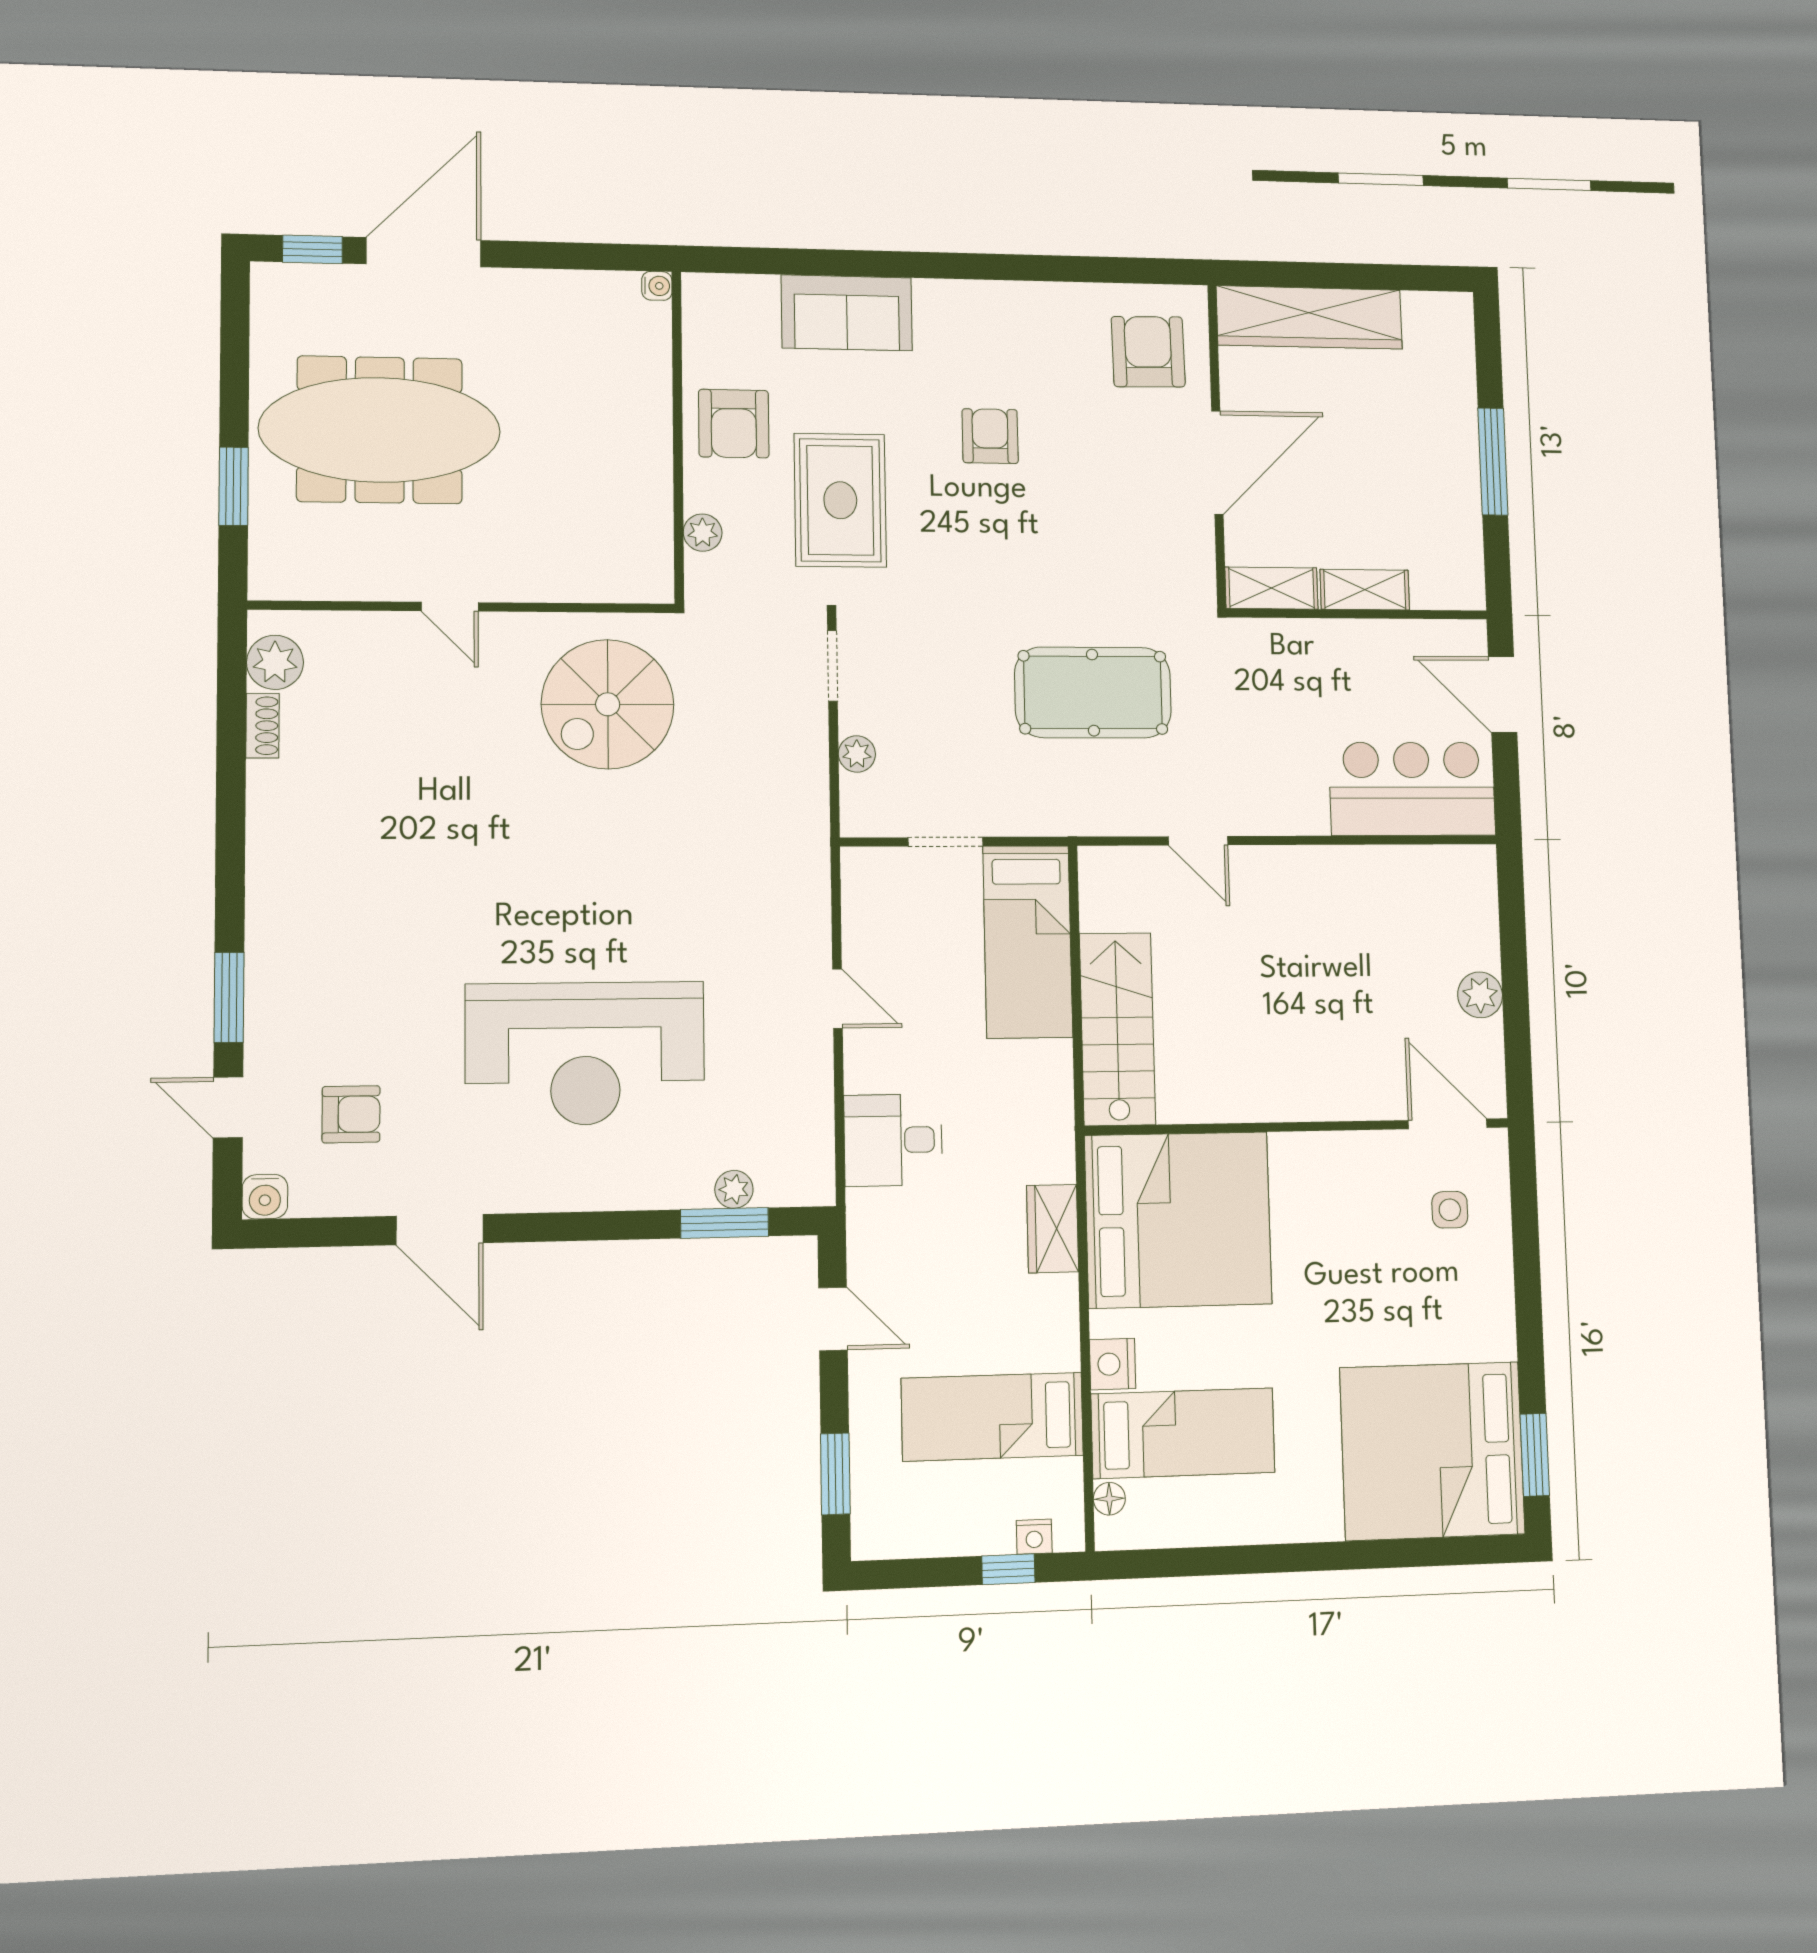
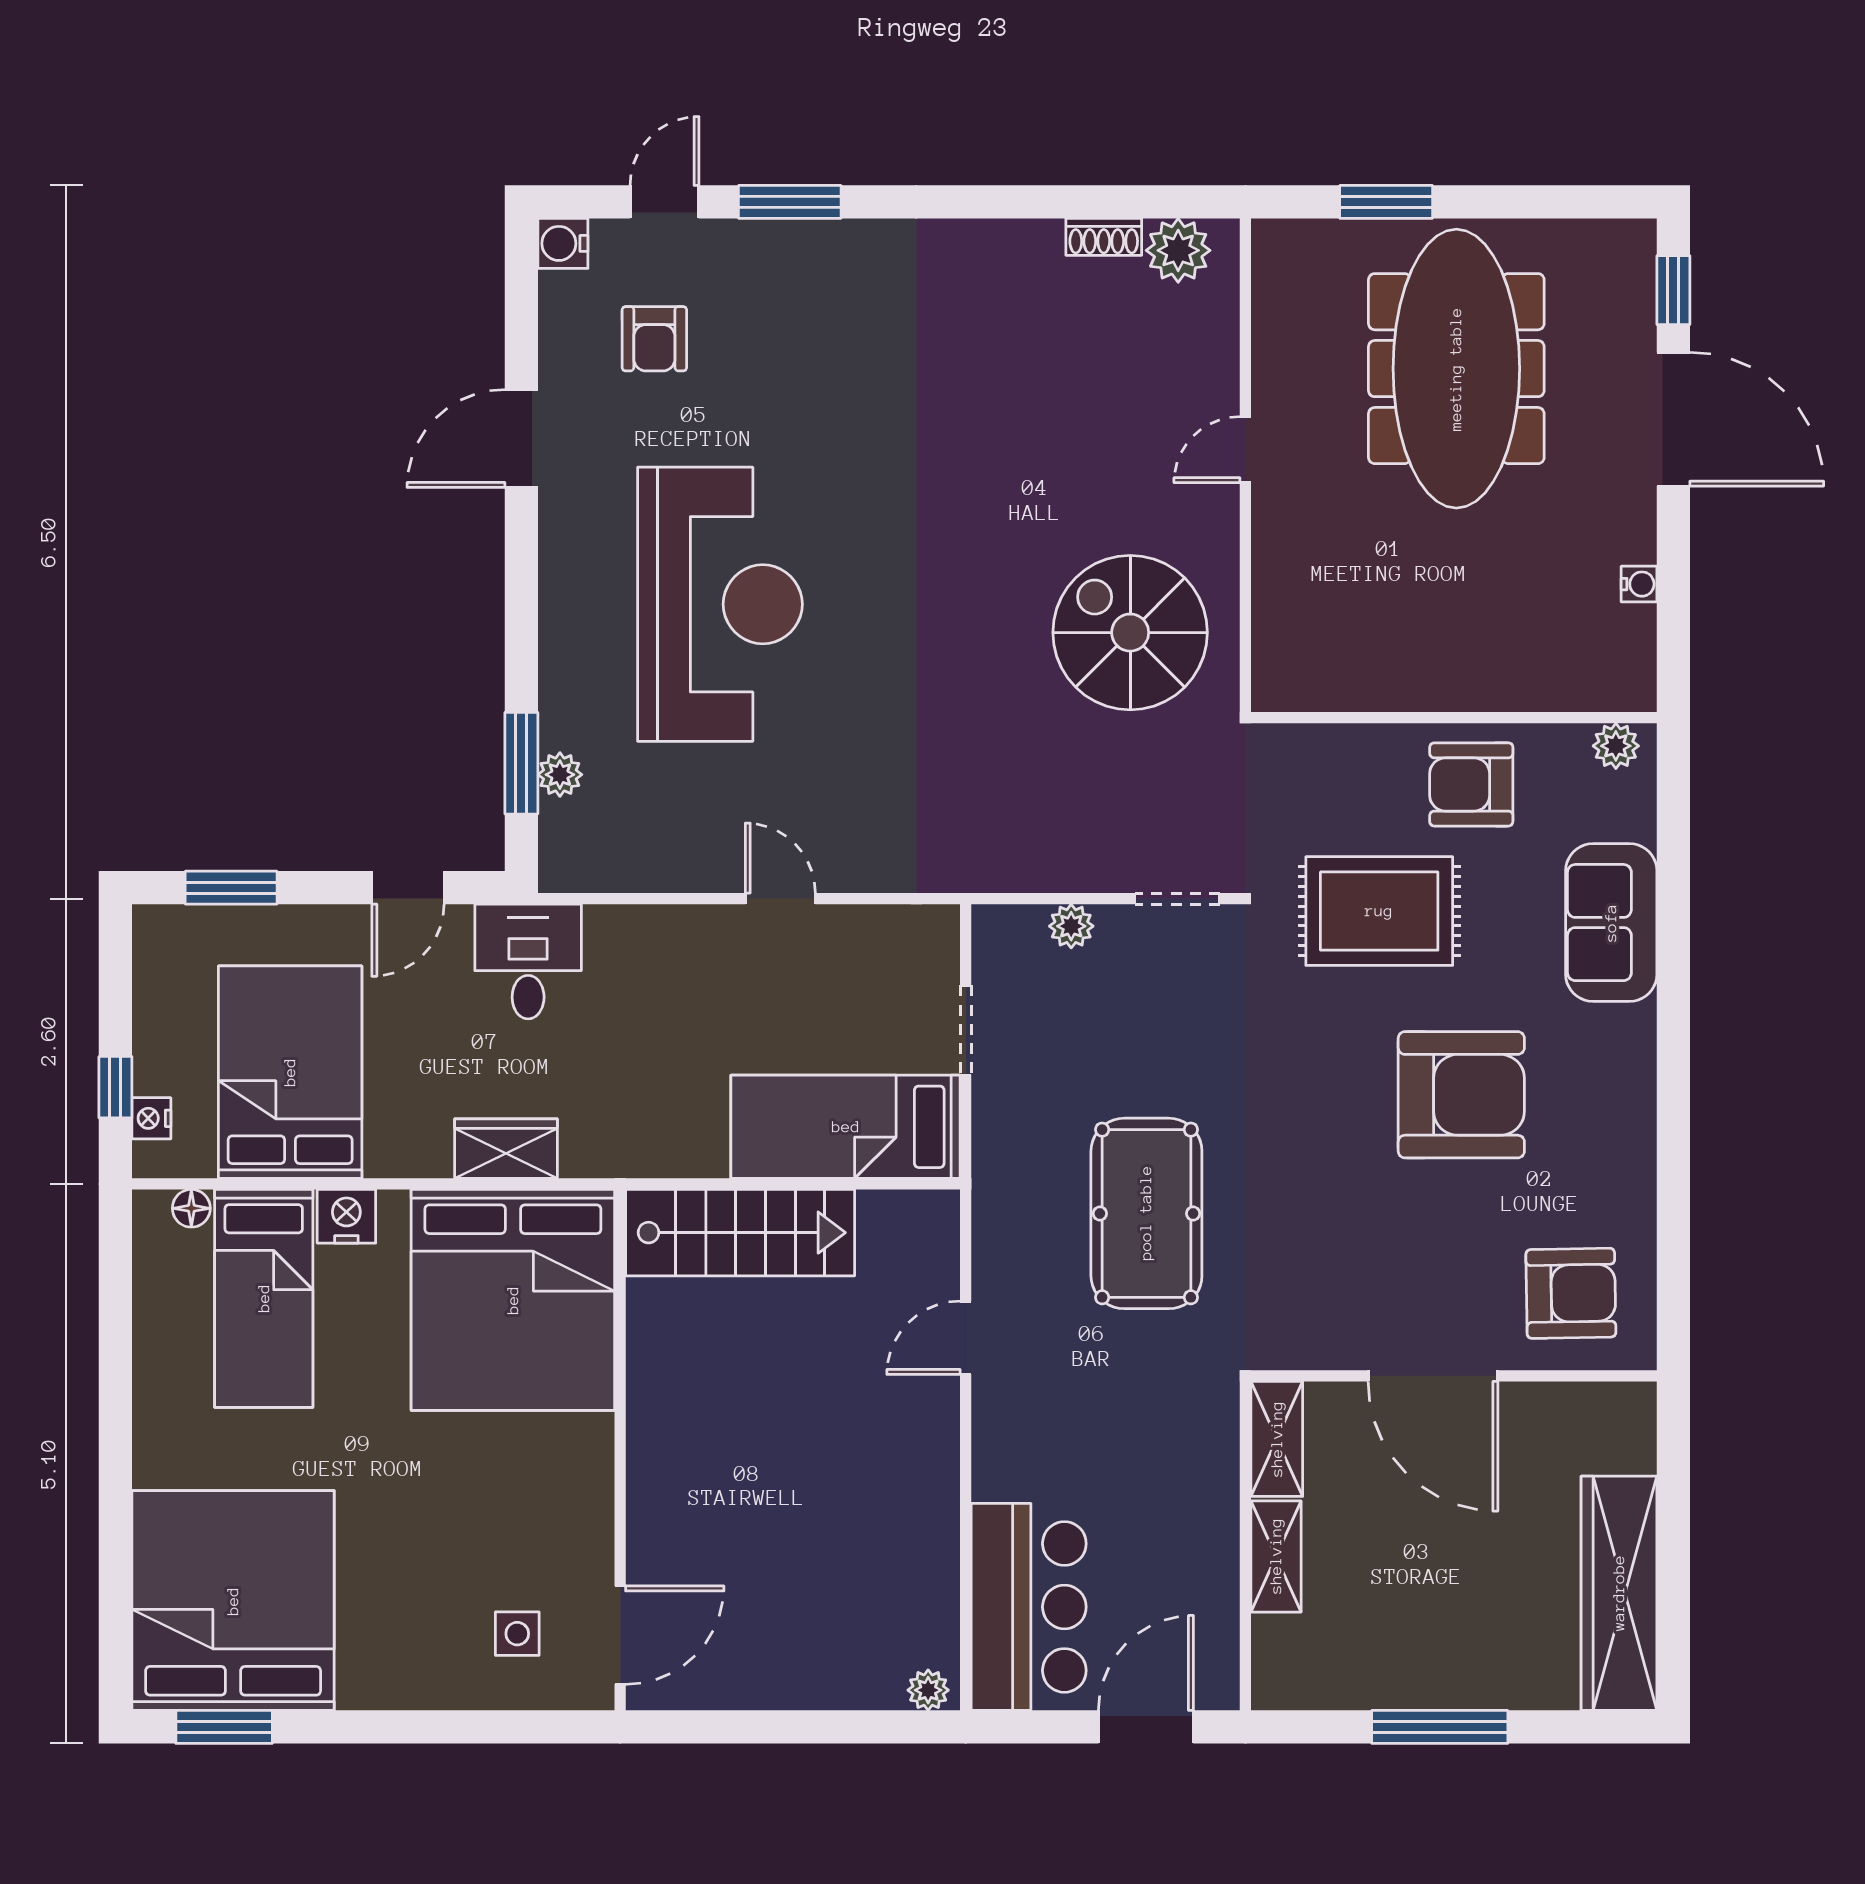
water cooler: (657, 286) -> (1639, 584), moved, turned -90
wardrobe: (1309, 317) -> (1619, 1593), moved
armchair: (990, 436) -> (1461, 1095), width x1.88, depth x1.88
plant: (703, 533) -> (1616, 746), moved
plant: (1480, 995) -> (928, 1690), moved, width x0.73, depth x0.73
door: (838, 999) -> (780, 899), swing flipped
reception desk: (585, 1054) -> (720, 604), turned 180
desk: (893, 1140) -> (528, 962), moved
bed: (992, 1417) -> (290, 1072), width x1.50

